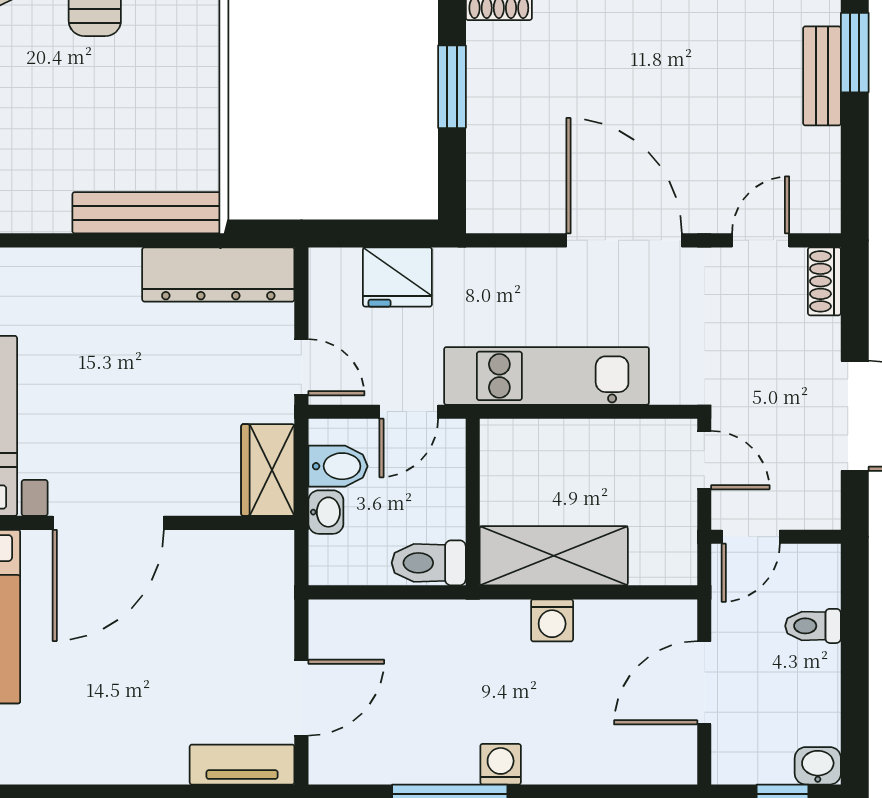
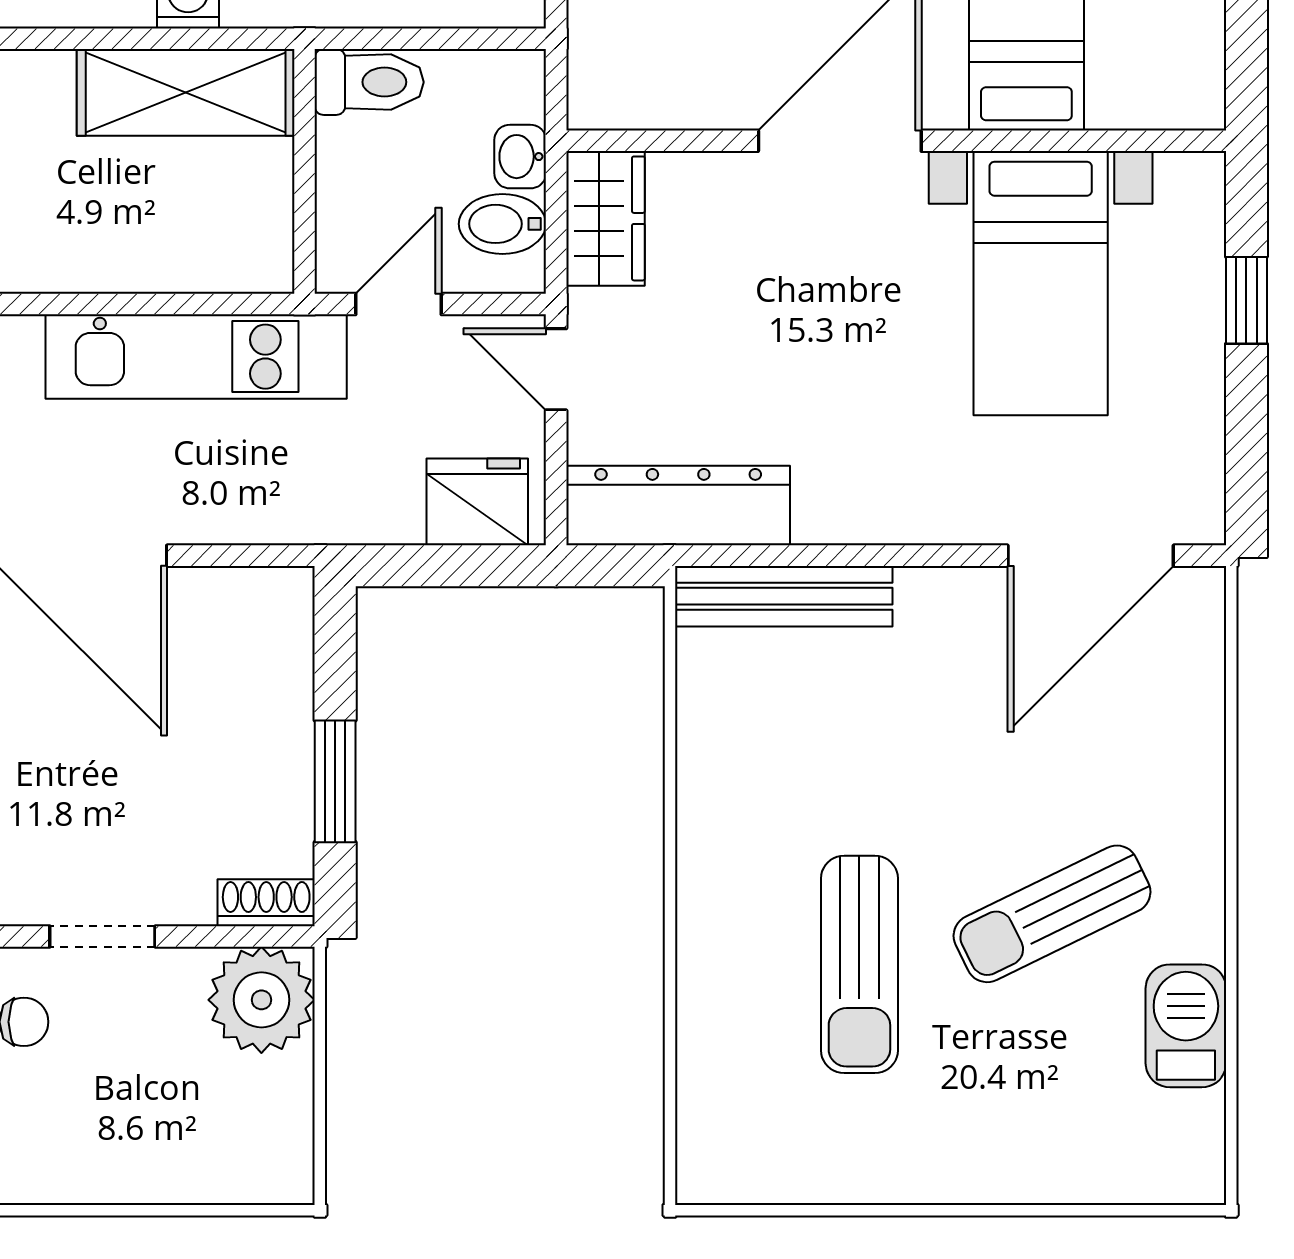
fridge: (397, 277) -> (477, 502), moved

